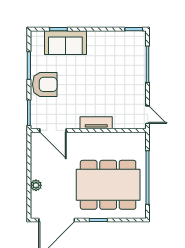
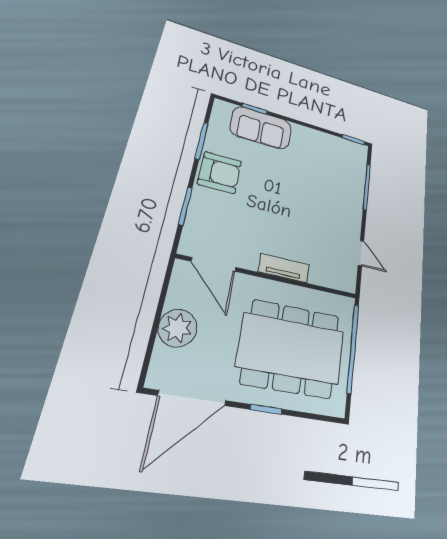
tv unit: (96, 123) -> (284, 268), moved
door: (53, 130) -> (214, 264), moved
wall: (88, 130) -> (270, 277), moved
plant: (36, 185) -> (178, 328), width x1.87, depth x1.87

